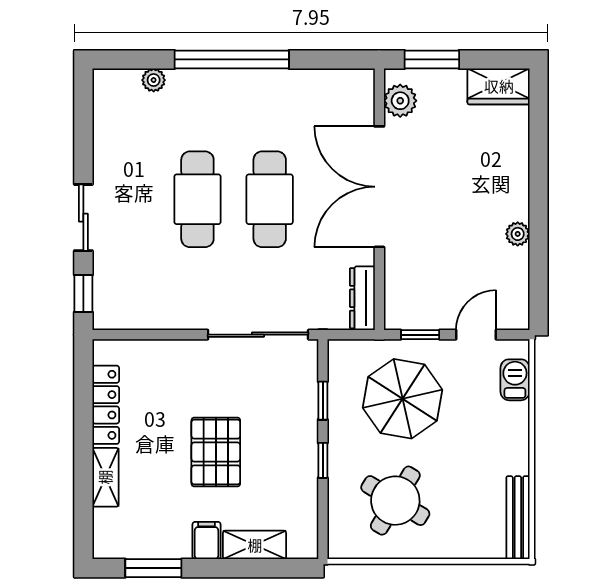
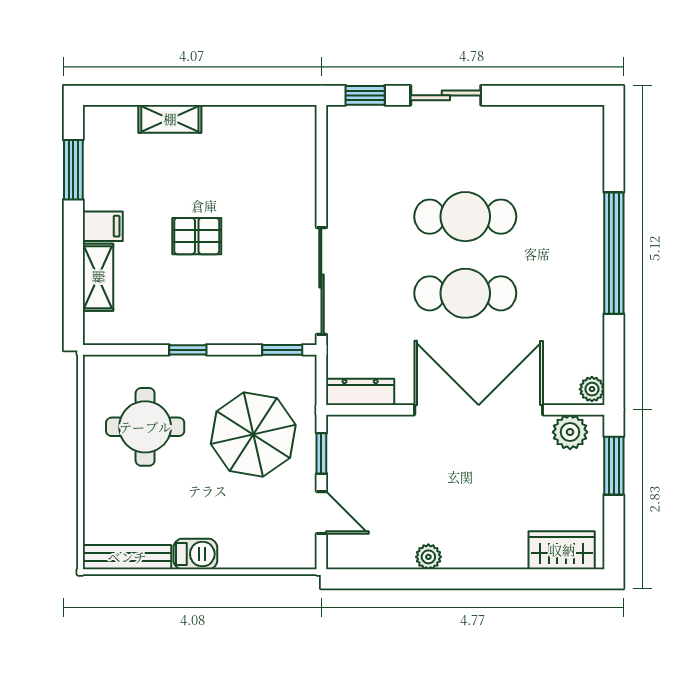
plant: (154, 80) -> (592, 389), moved
wardrobe: (499, 86) -> (562, 550), moved, turned 90
barbecue: (515, 380) -> (195, 554), moved
window: (323, 401) -> (282, 350), moved
locker: (106, 405) -> (247, 119), removed
pallet: (216, 452) -> (197, 236), width x0.67, depth x0.71
round table: (395, 501) -> (145, 427), turned -31

